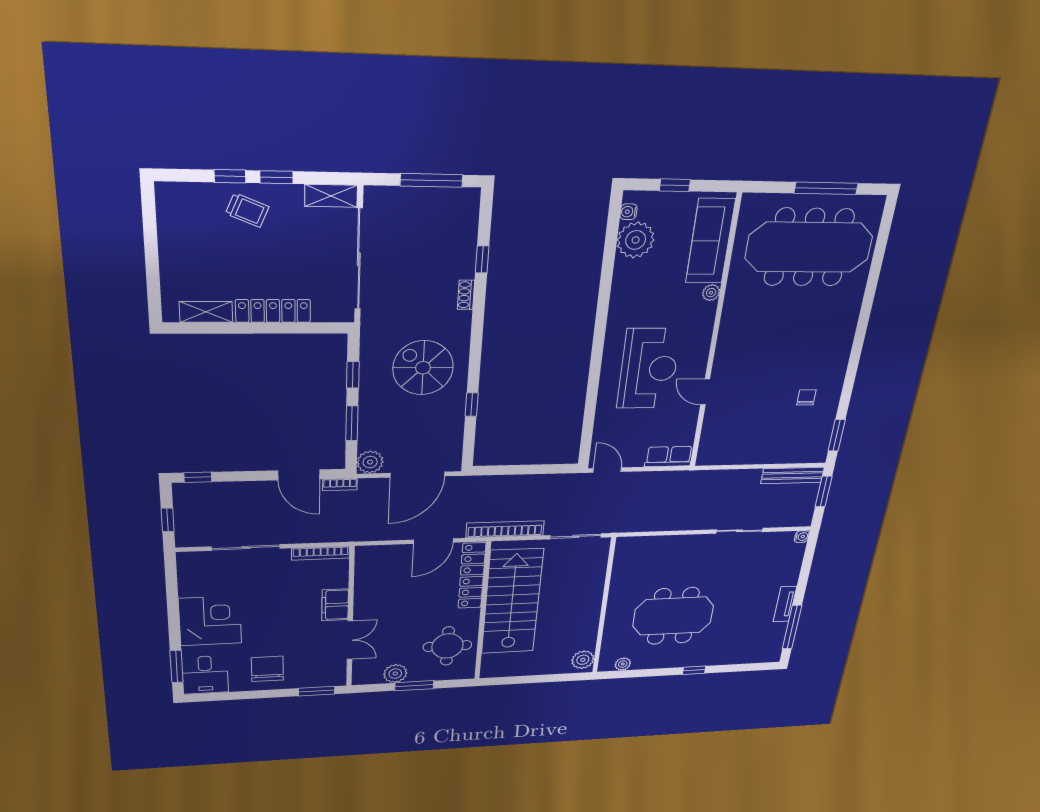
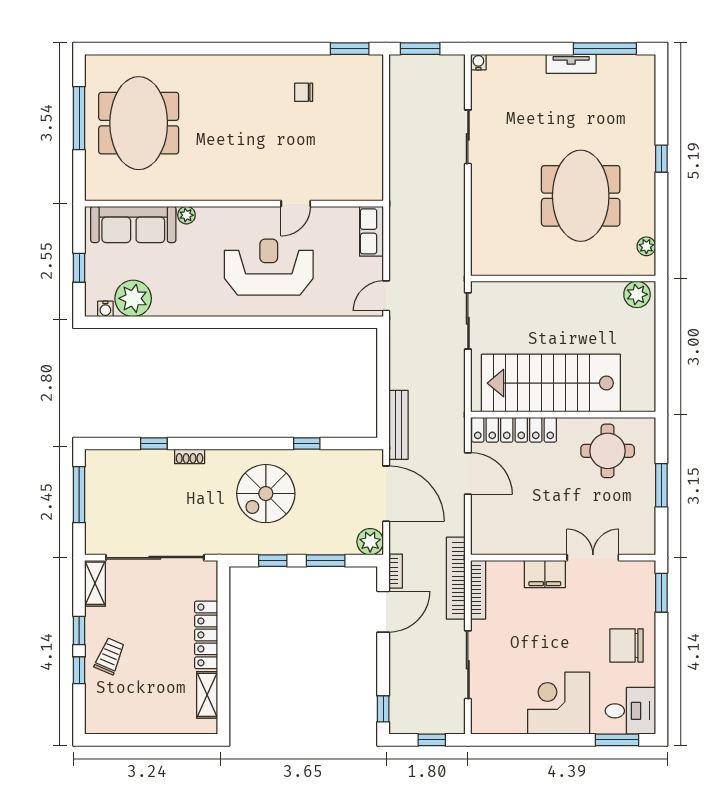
meeting table: (809, 247) -> (139, 123), width x0.73
bench: (793, 475) -> (398, 425), moved
bookcase: (505, 529) -> (456, 578), moved
plant: (395, 674) -> (643, 507), removed

